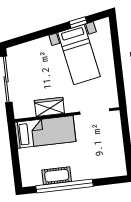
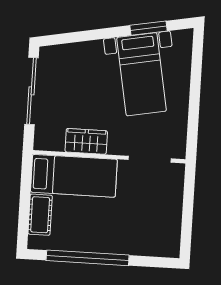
window: (78, 22) -> (148, 28), width x1.50
cot: (57, 176) -> (40, 215), moved, turned 90

